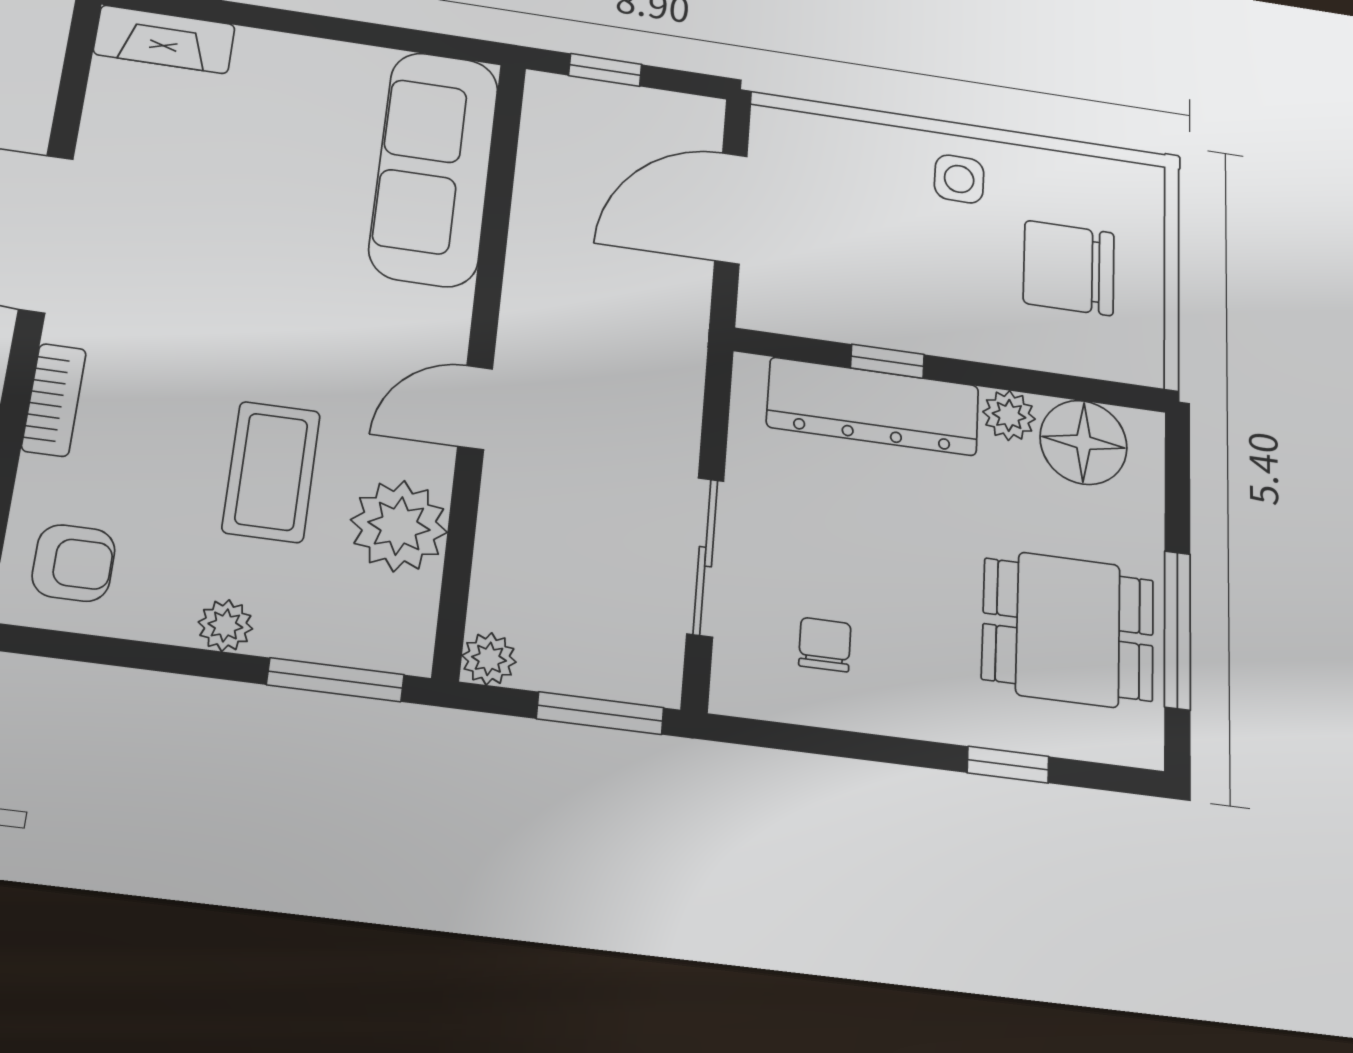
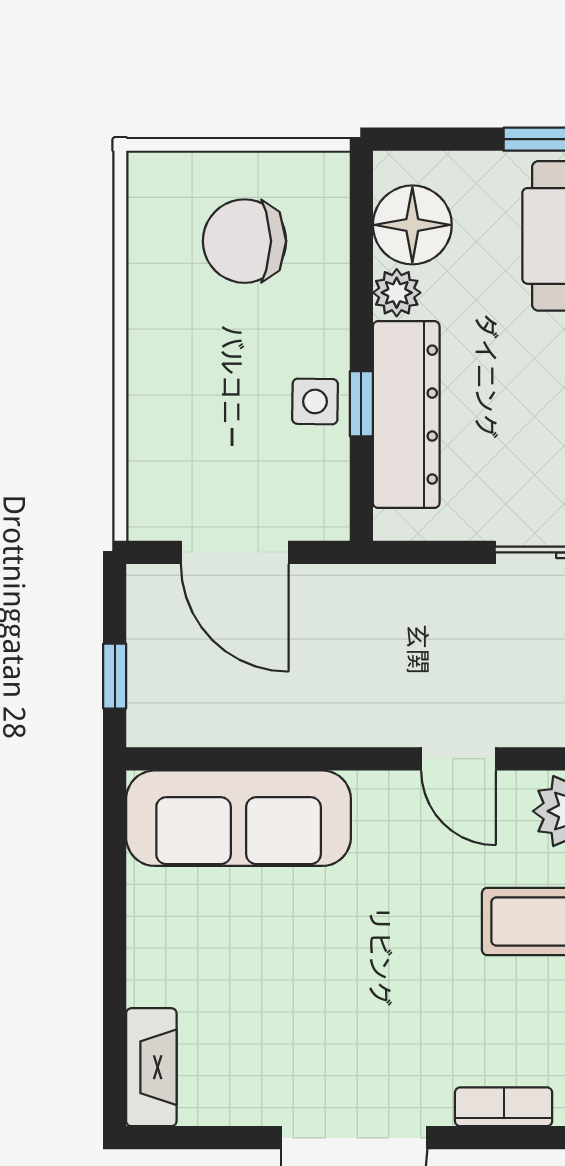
side table: (959, 179) -> (315, 401), moved
chair: (1069, 268) -> (244, 241), turned 90

